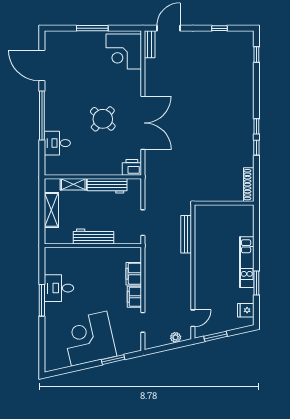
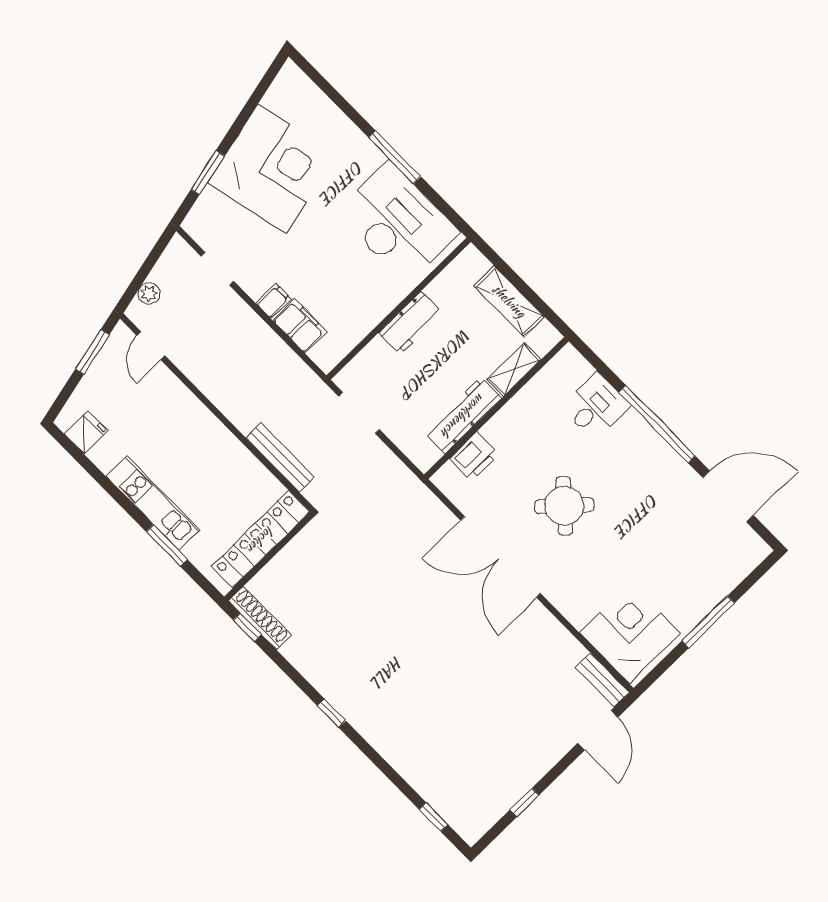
window: (256, 148) -> (247, 627), moved
printer: (132, 167) -> (474, 456), moved
locker: (221, 212) -> (261, 539), added
workbench: (94, 237) -> (411, 323), width x0.73
window: (256, 283) -> (167, 546), moved
desk: (59, 288) -> (398, 222), width x1.87, depth x1.30
filing cabinet: (134, 297) -> (274, 301), width x0.50

